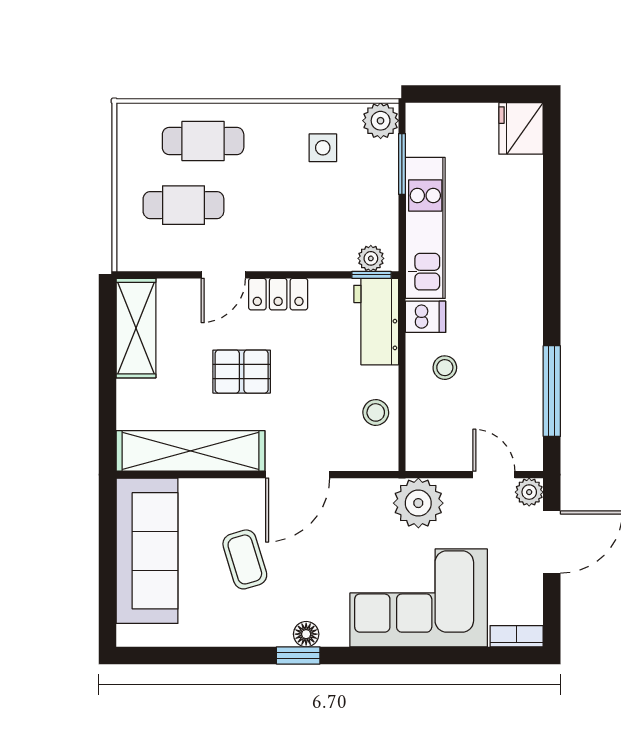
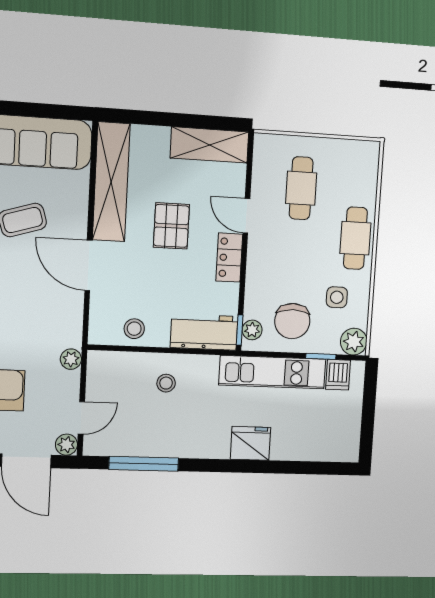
fridge: (521, 128) -> (250, 443), moved
cafe table: (203, 141) -> (355, 238), moved
window: (402, 164) -> (321, 356), width x0.67
chair: (357, 206) -> (292, 321), added
dishwasher: (426, 317) -> (338, 375), moved
plant: (418, 503) -> (71, 359), width x0.53, depth x0.53

